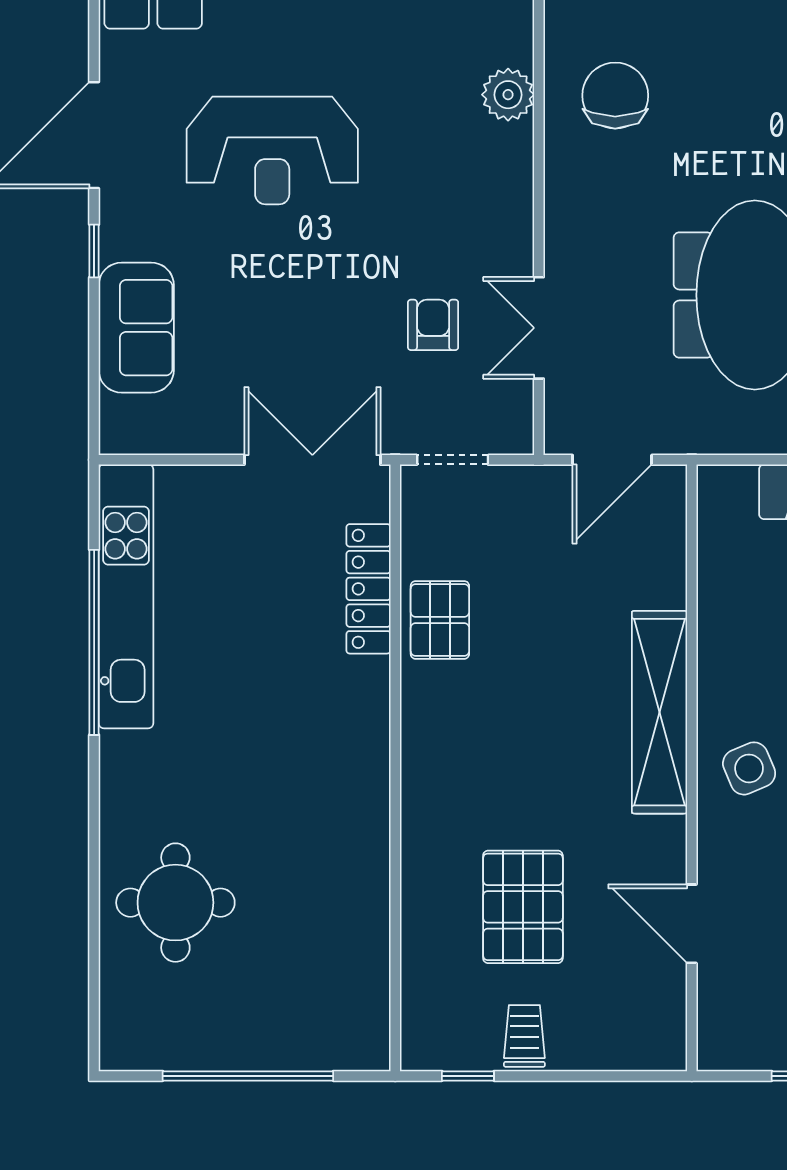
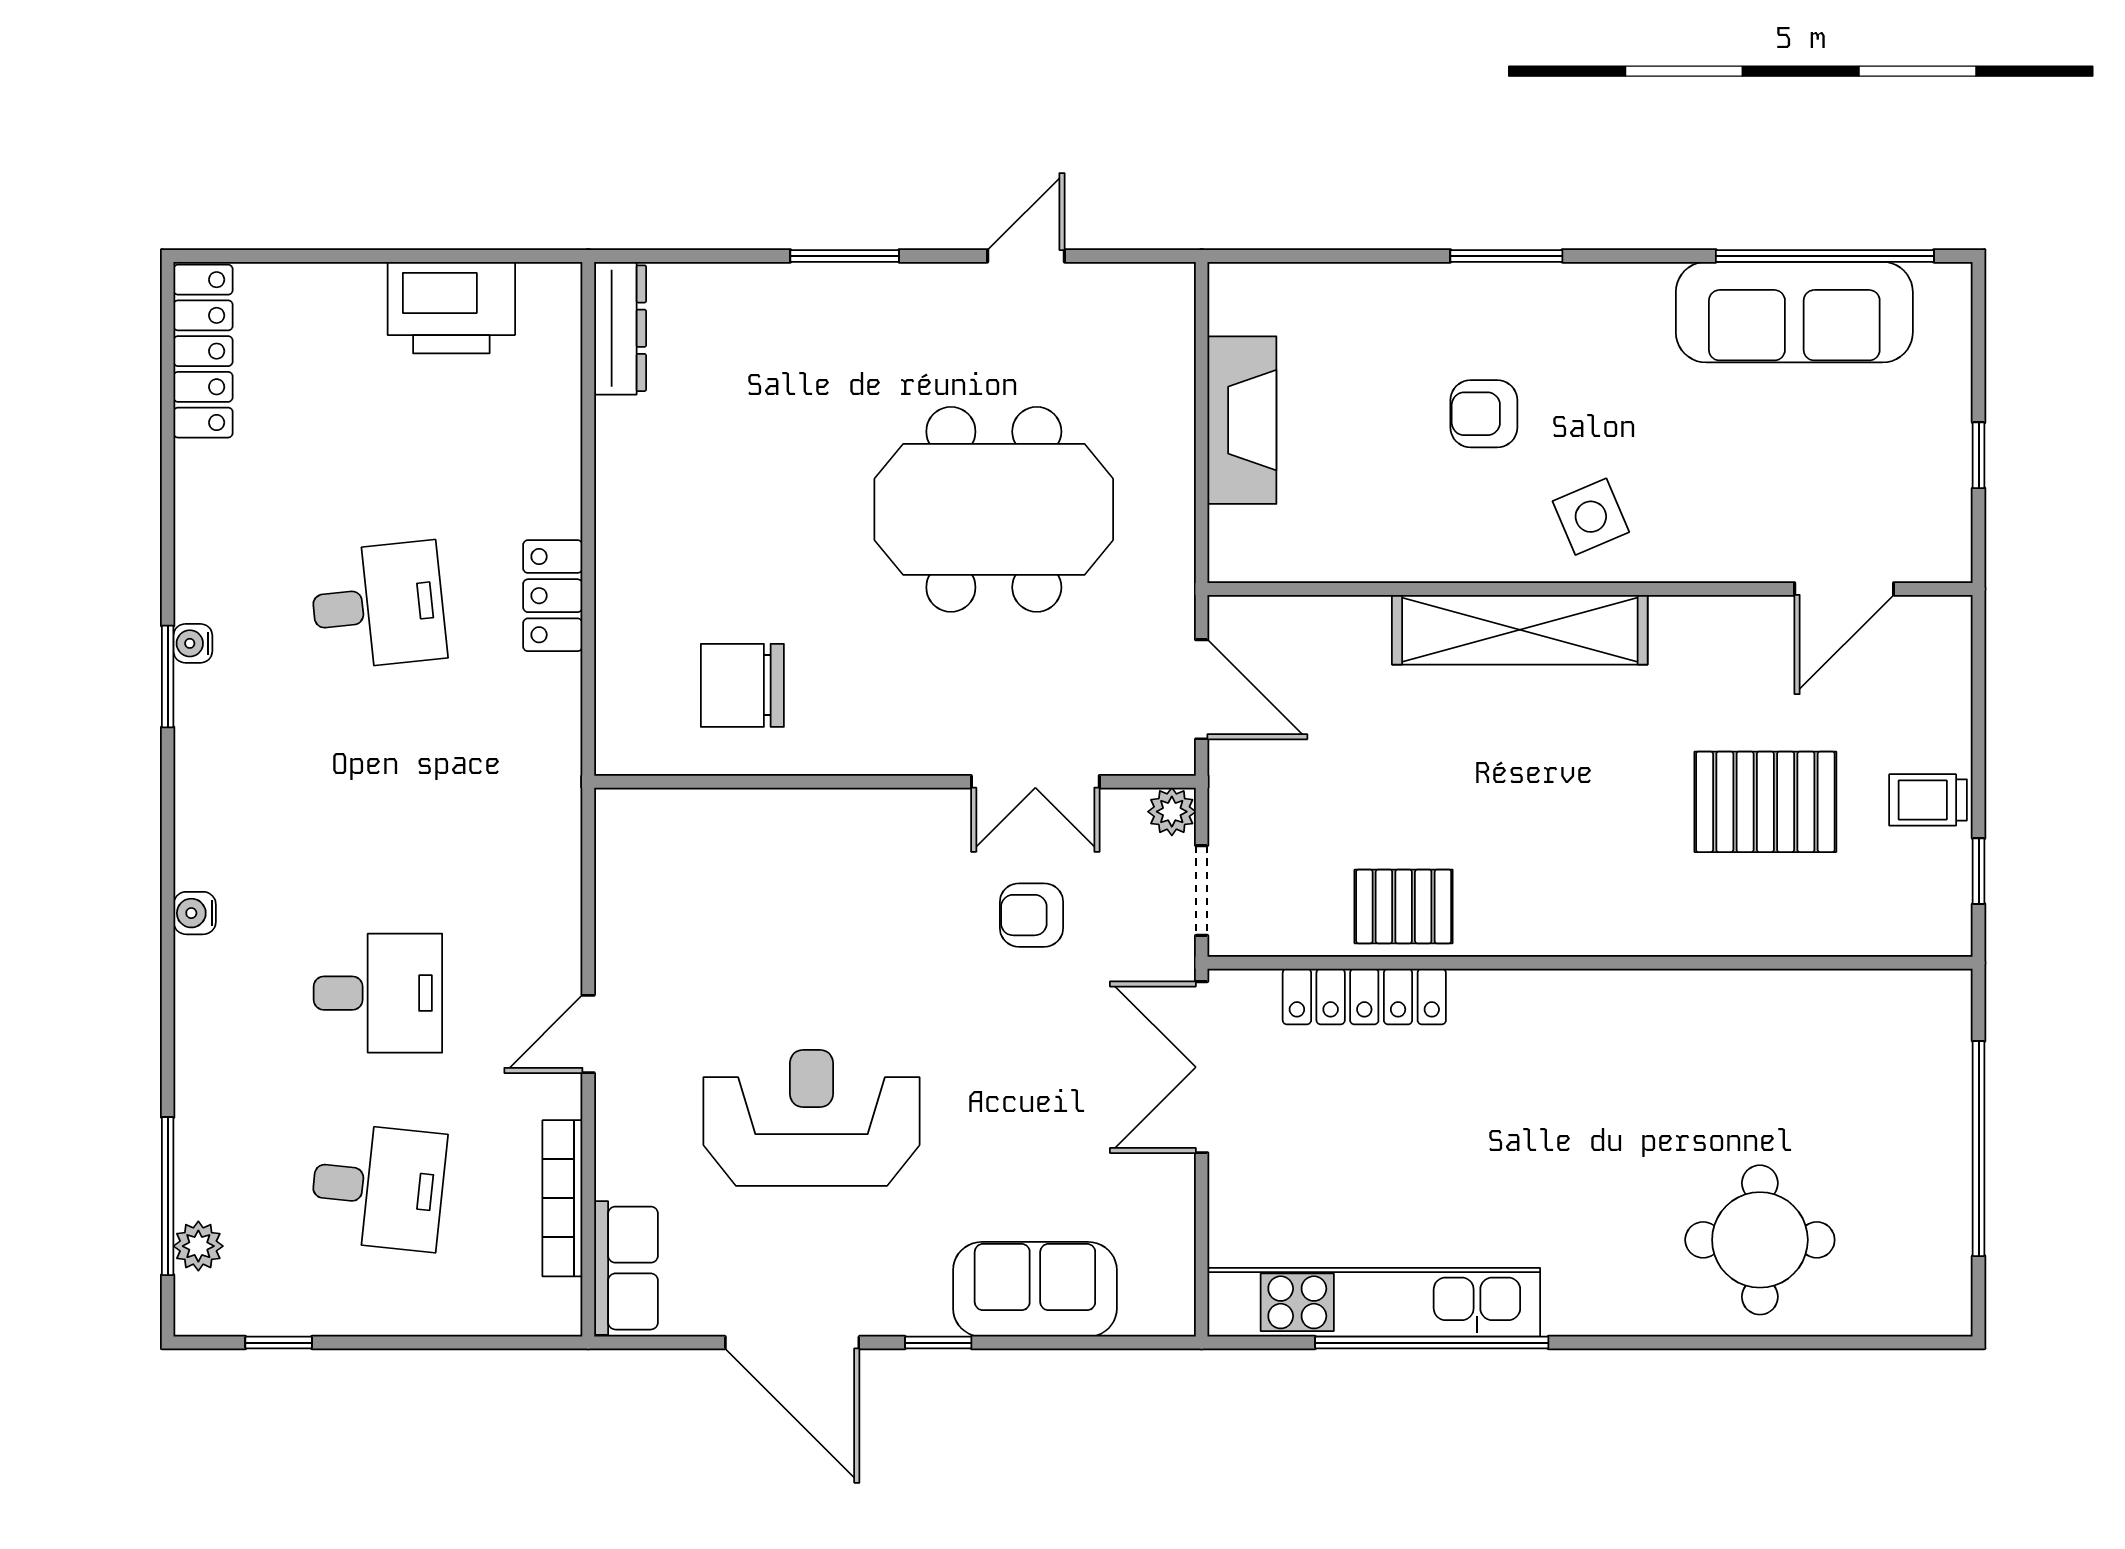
plant: (508, 95) -> (1172, 812), moved, width x0.73, depth x0.73
reception desk: (272, 150) -> (811, 1118), turned -90
door: (692, 924) -> (1844, 589), moved

